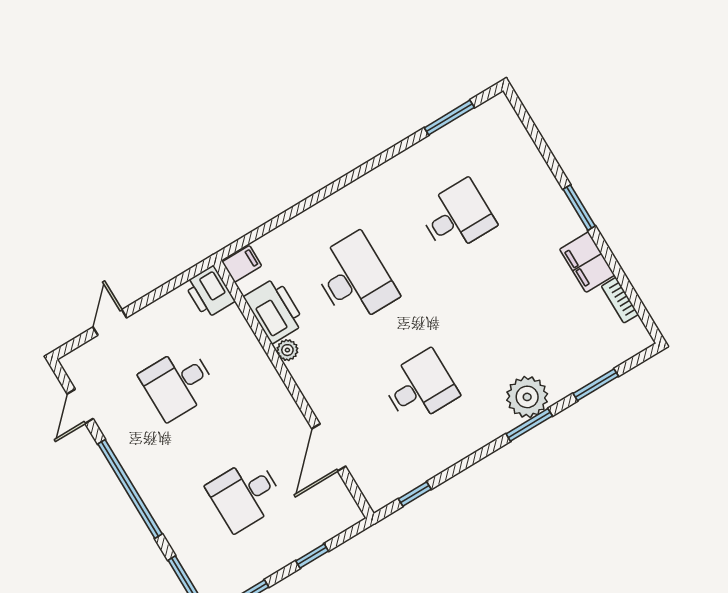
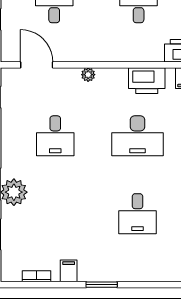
filing cabinet: (587, 262) -> (69, 271), width x0.50
plant: (287, 350) -> (88, 75), moved
door: (329, 448) -> (37, 65), moved

